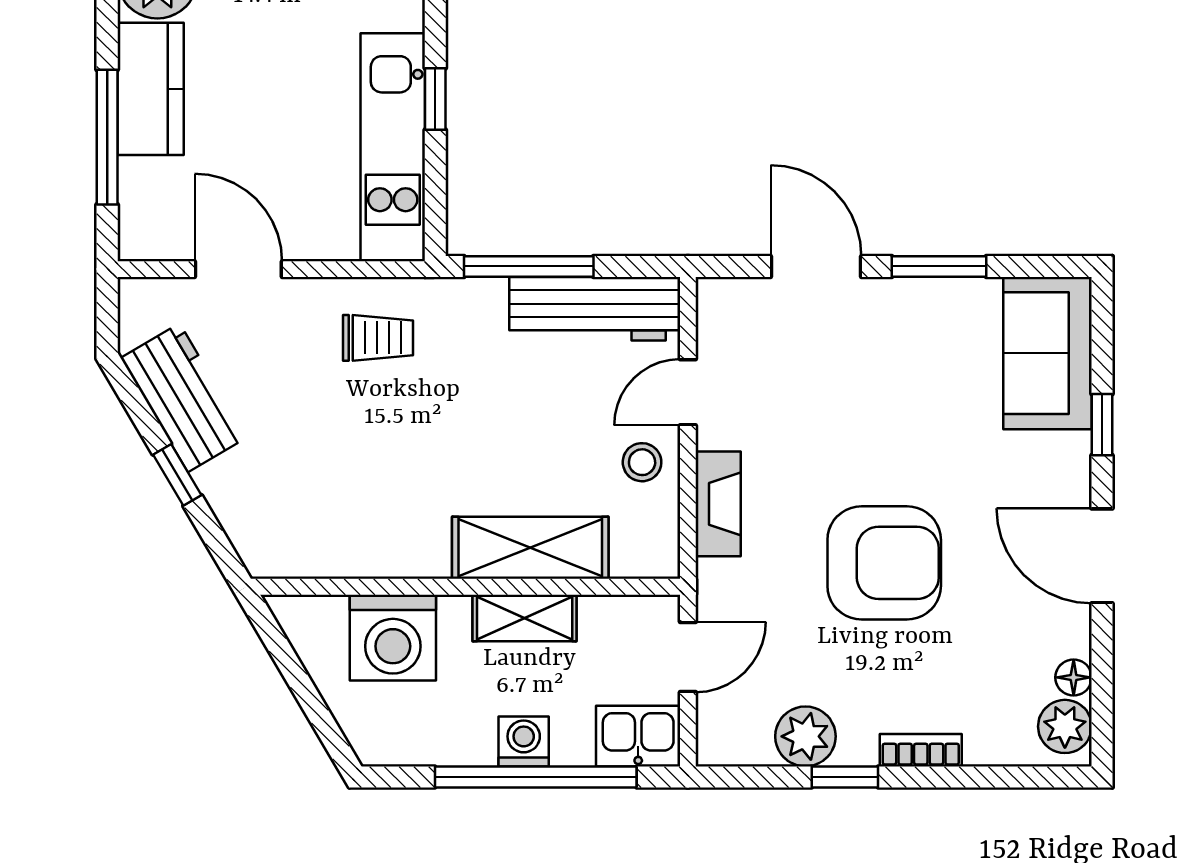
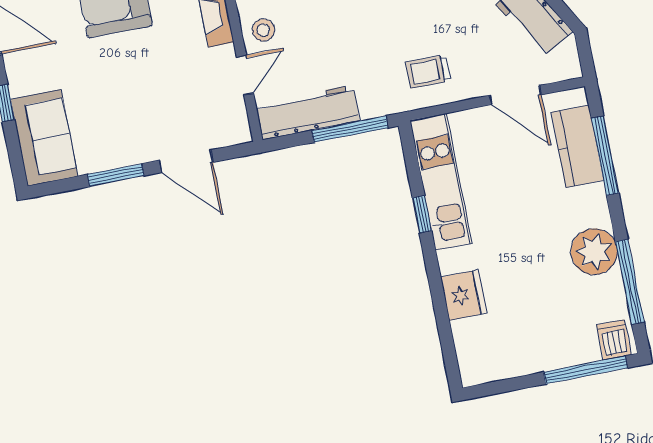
kitchen counter: (151, 89) -> (577, 146), moved

